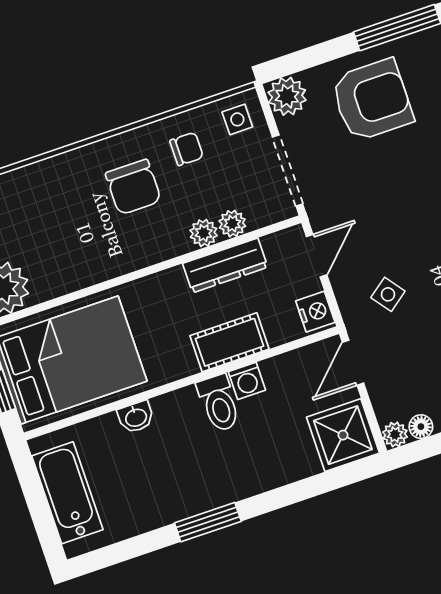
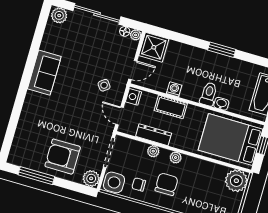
side table: (237, 119) -> (114, 182), width x1.87, depth x1.87
plant: (232, 224) -> (176, 158), moved
door: (317, 256) -> (120, 116), hinge flipped
toilet: (219, 403) -> (209, 94), moved

